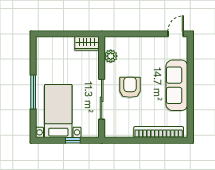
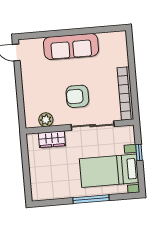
wardrobe: (87, 43) -> (52, 139), moved, turned 90
bookcase: (159, 132) -> (125, 94), moved

